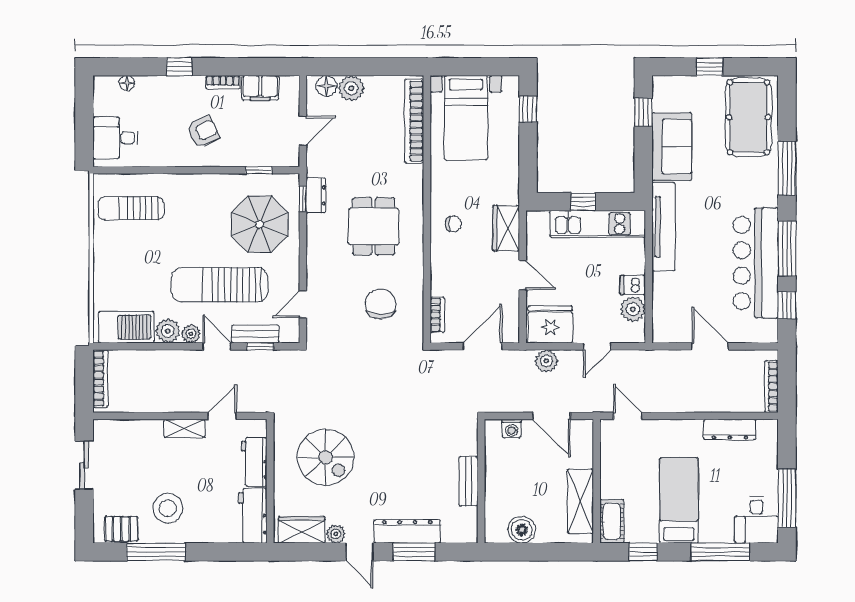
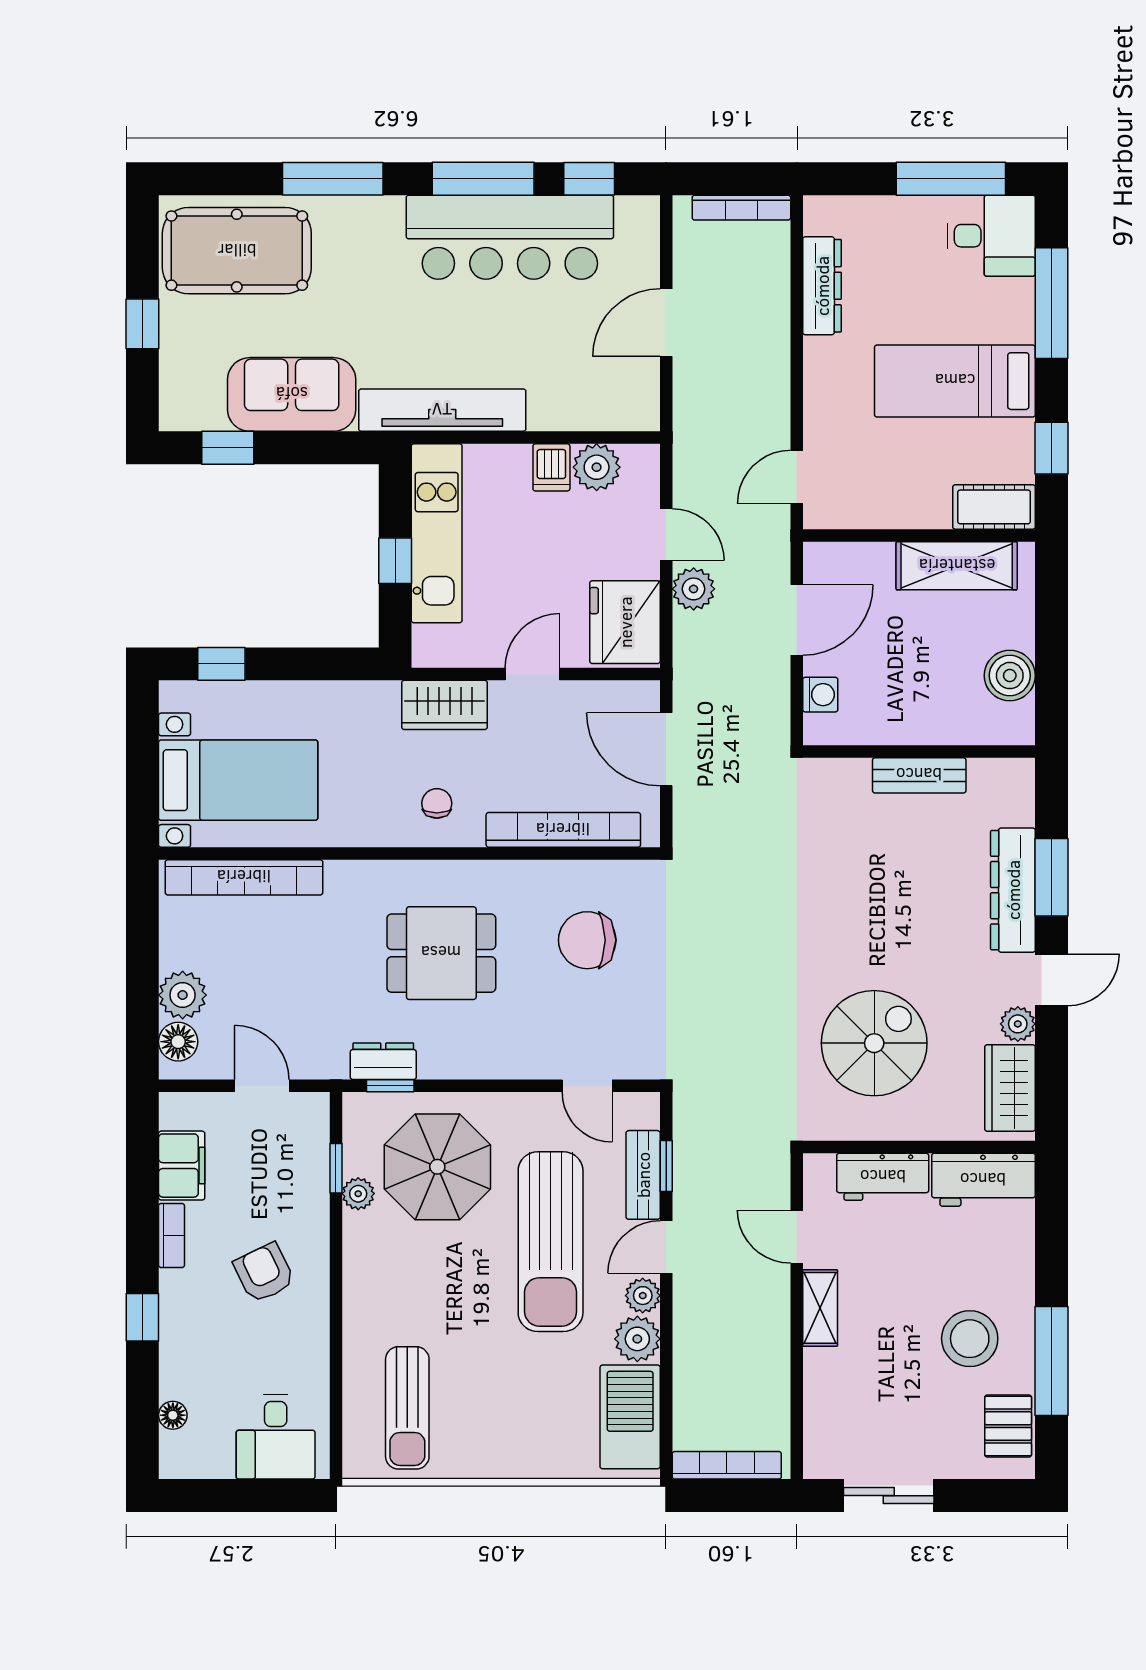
plant: (245, 182) -> (358, 1194), added
bookcase: (437, 315) -> (563, 830), width x2.31, depth x1.31
plant: (546, 361) -> (694, 589), moved

